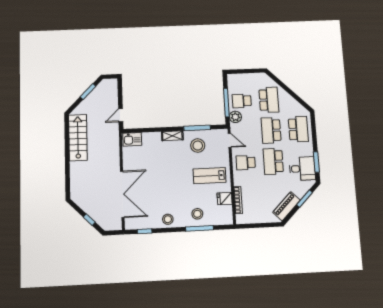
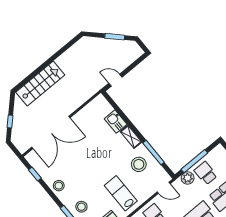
stairs: (78, 138) -> (40, 84), moved
kitchen sink: (132, 139) -> (116, 121), moved
door: (230, 140) -> (164, 188), hinge flipped

